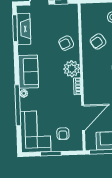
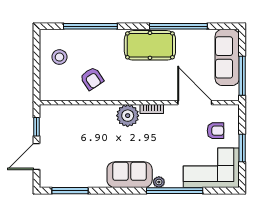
fireplace: (24, 29) -> (71, 179), removed
armchair: (66, 43) -> (93, 122), removed

